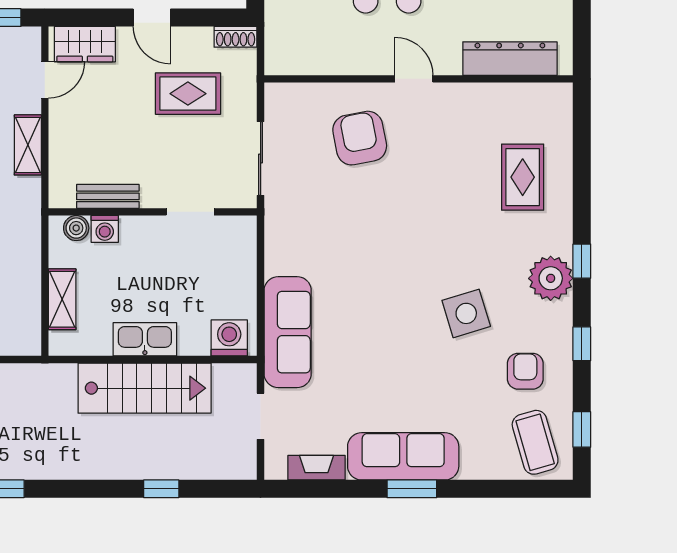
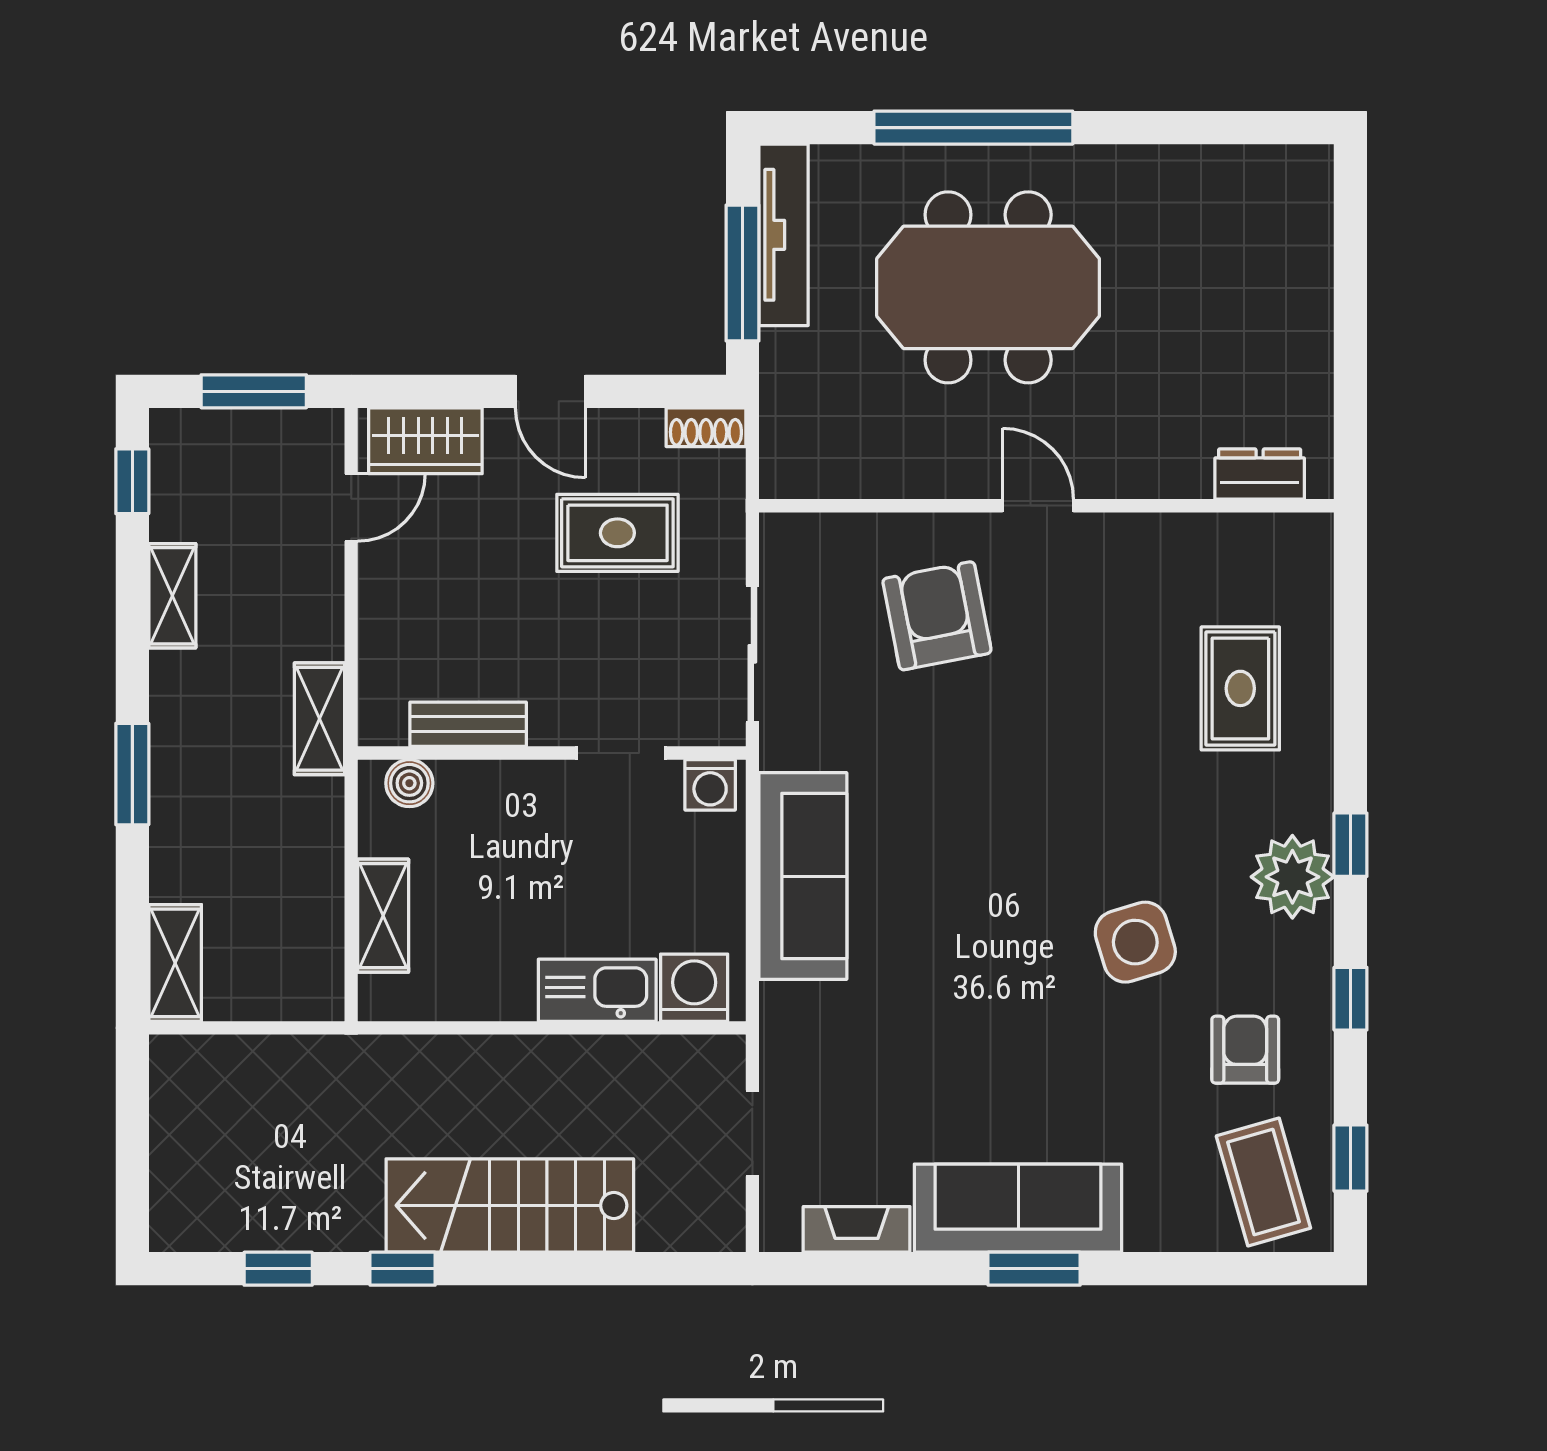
dresser: (510, 59) -> (1260, 474), width x0.51, depth x0.80
shelving: (28, 145) -> (319, 719), moved
washing machine: (105, 229) -> (710, 785), moved
sofa: (288, 332) -> (803, 876), moved
kitchen sink: (145, 339) -> (597, 990), moved
stairs: (145, 388) -> (510, 1205), moved, turned 180
window: (161, 489) -> (403, 1269), moved

